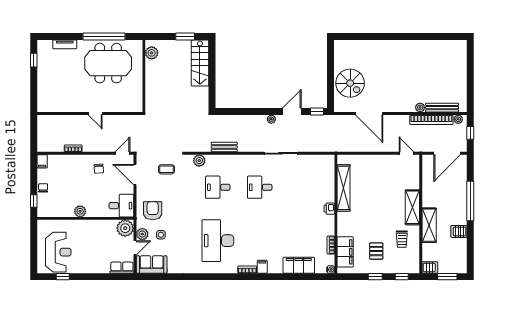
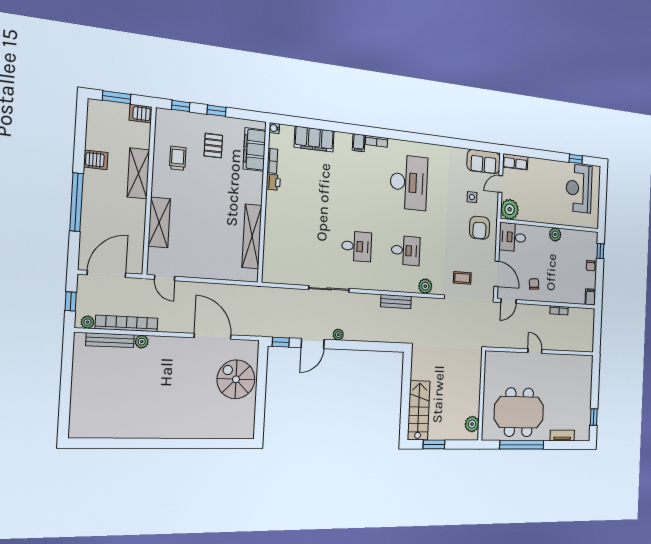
shelving: (412, 207) -> (159, 222), moved
printer: (329, 209) -> (273, 182), moved
plant: (142, 234) -> (492, 200), removed

